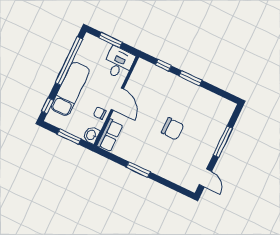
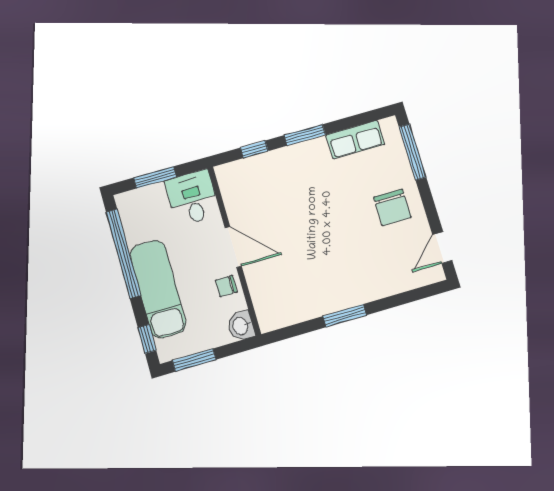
chair: (173, 129) -> (392, 207), moved, turned 88
row of seats: (110, 135) -> (355, 140), moved, turned 90
window: (69, 137) -> (194, 360), moved
window: (223, 141) -> (412, 152), moved
door: (205, 178) -> (442, 248), swing flipped

